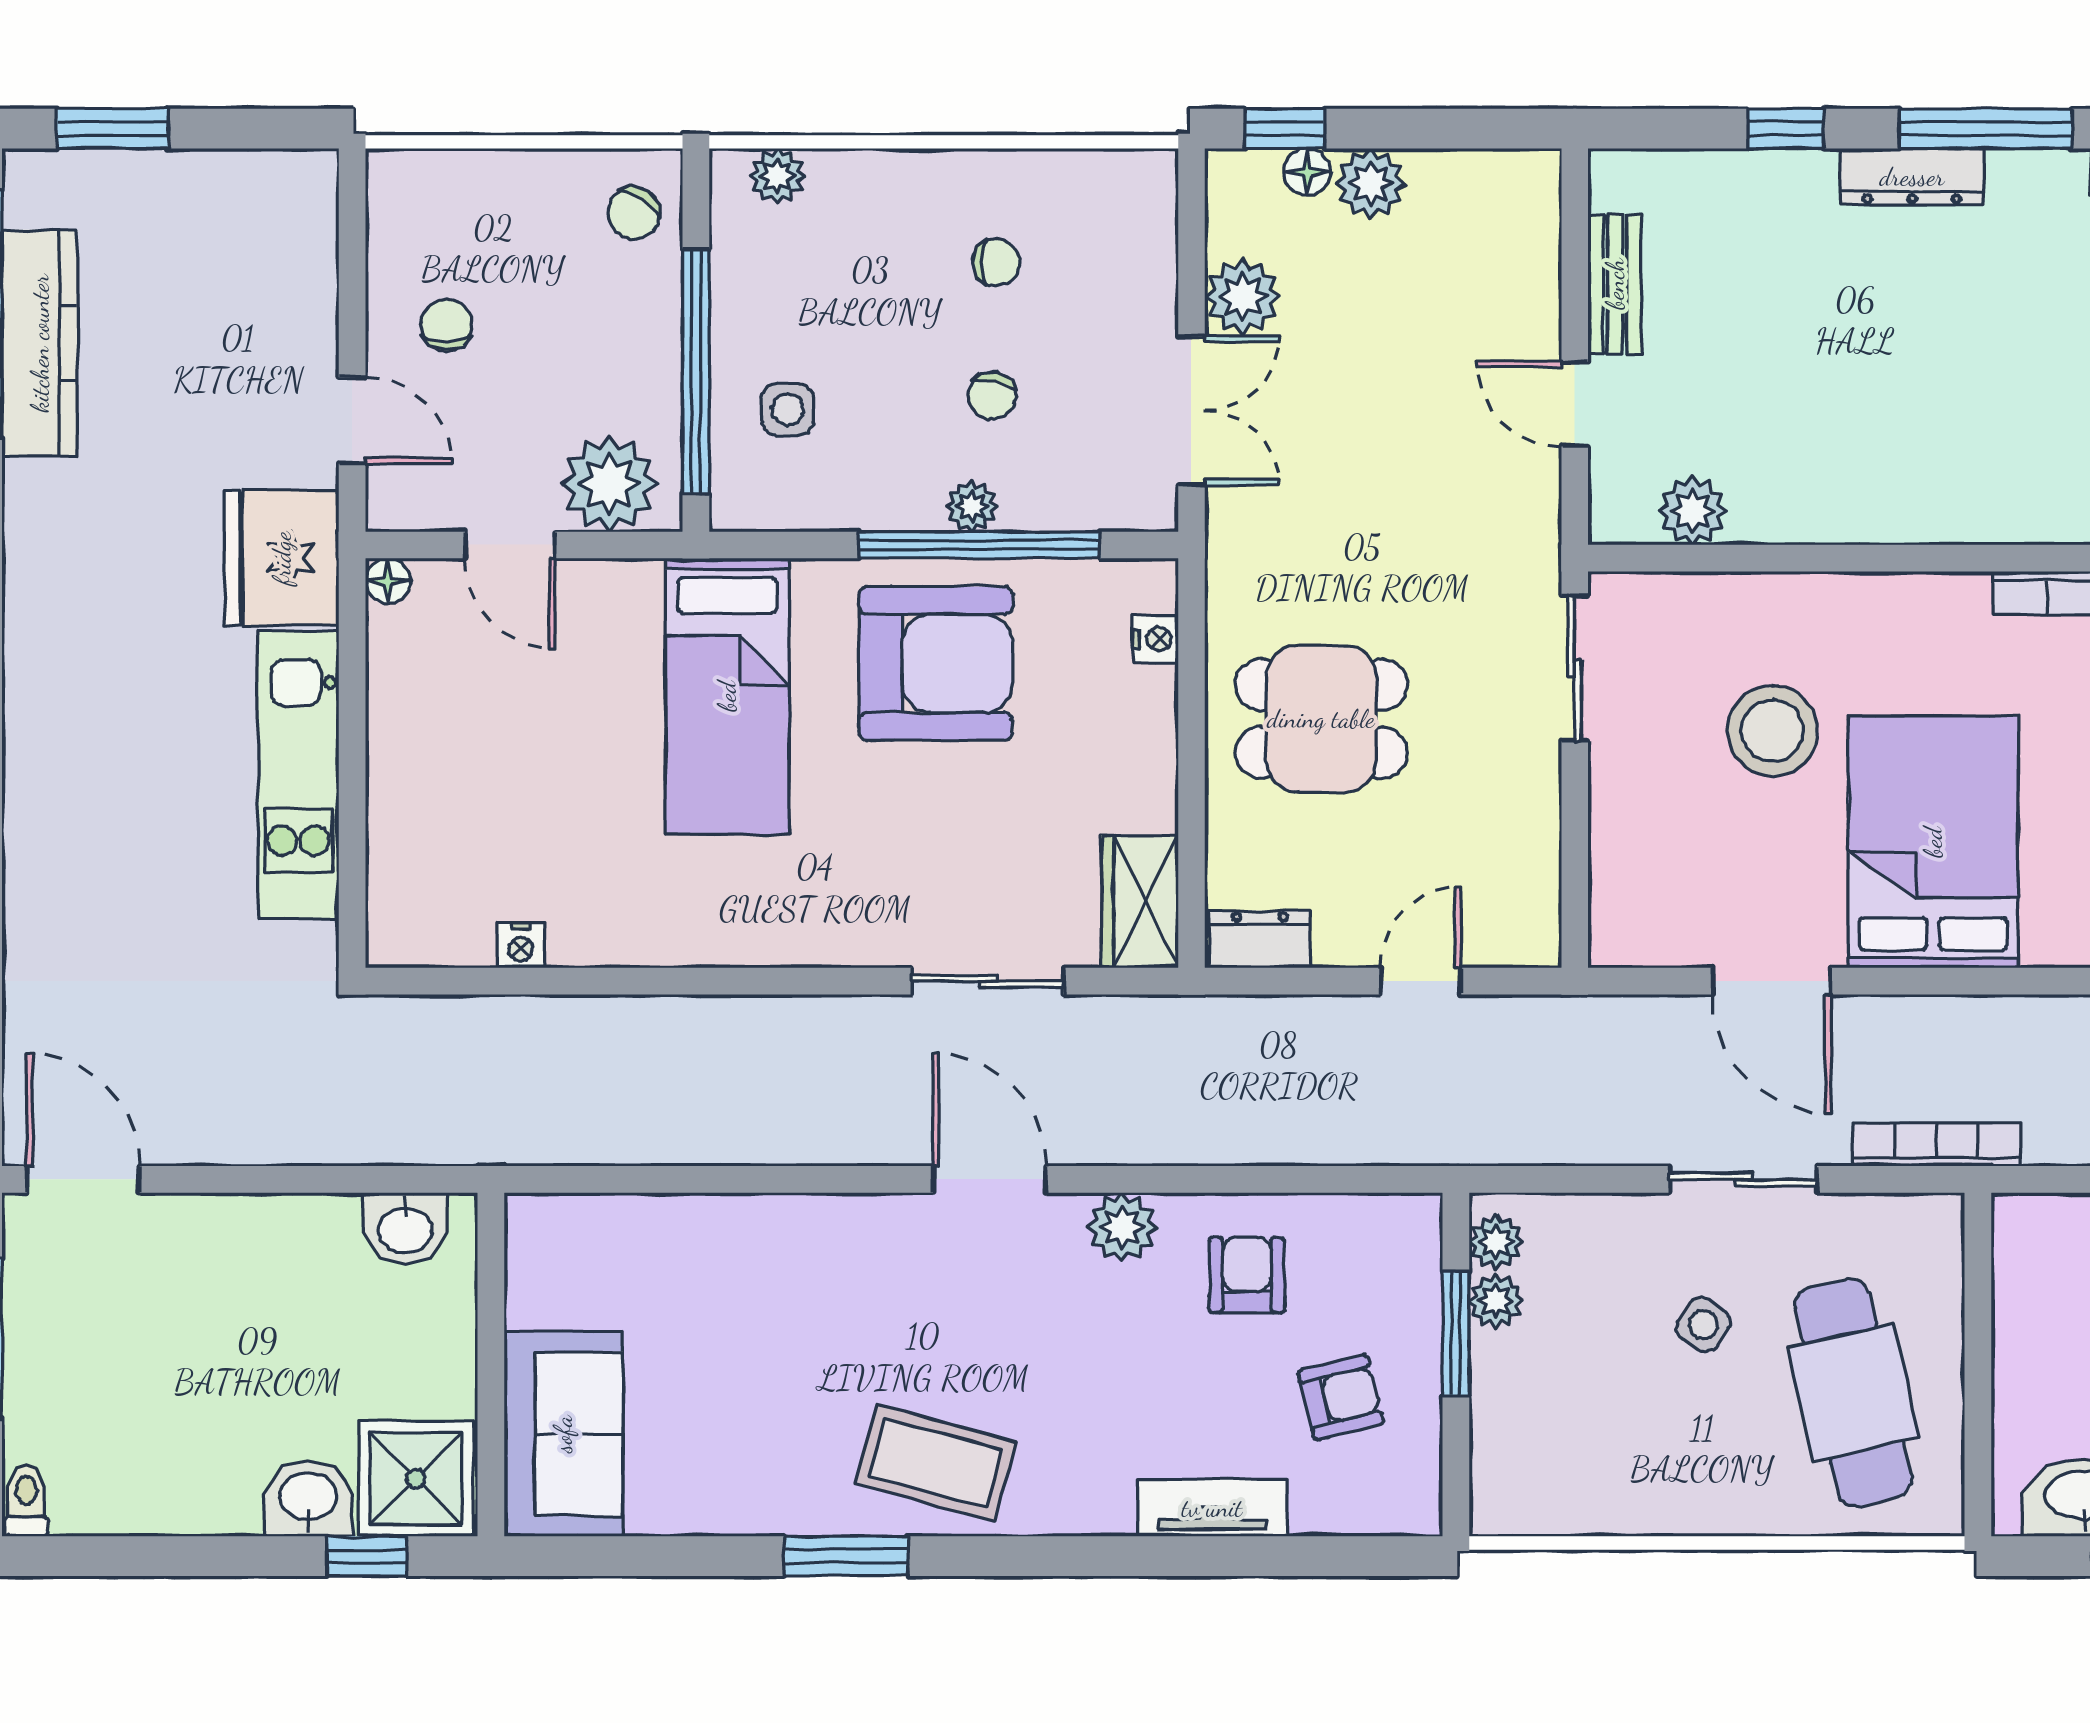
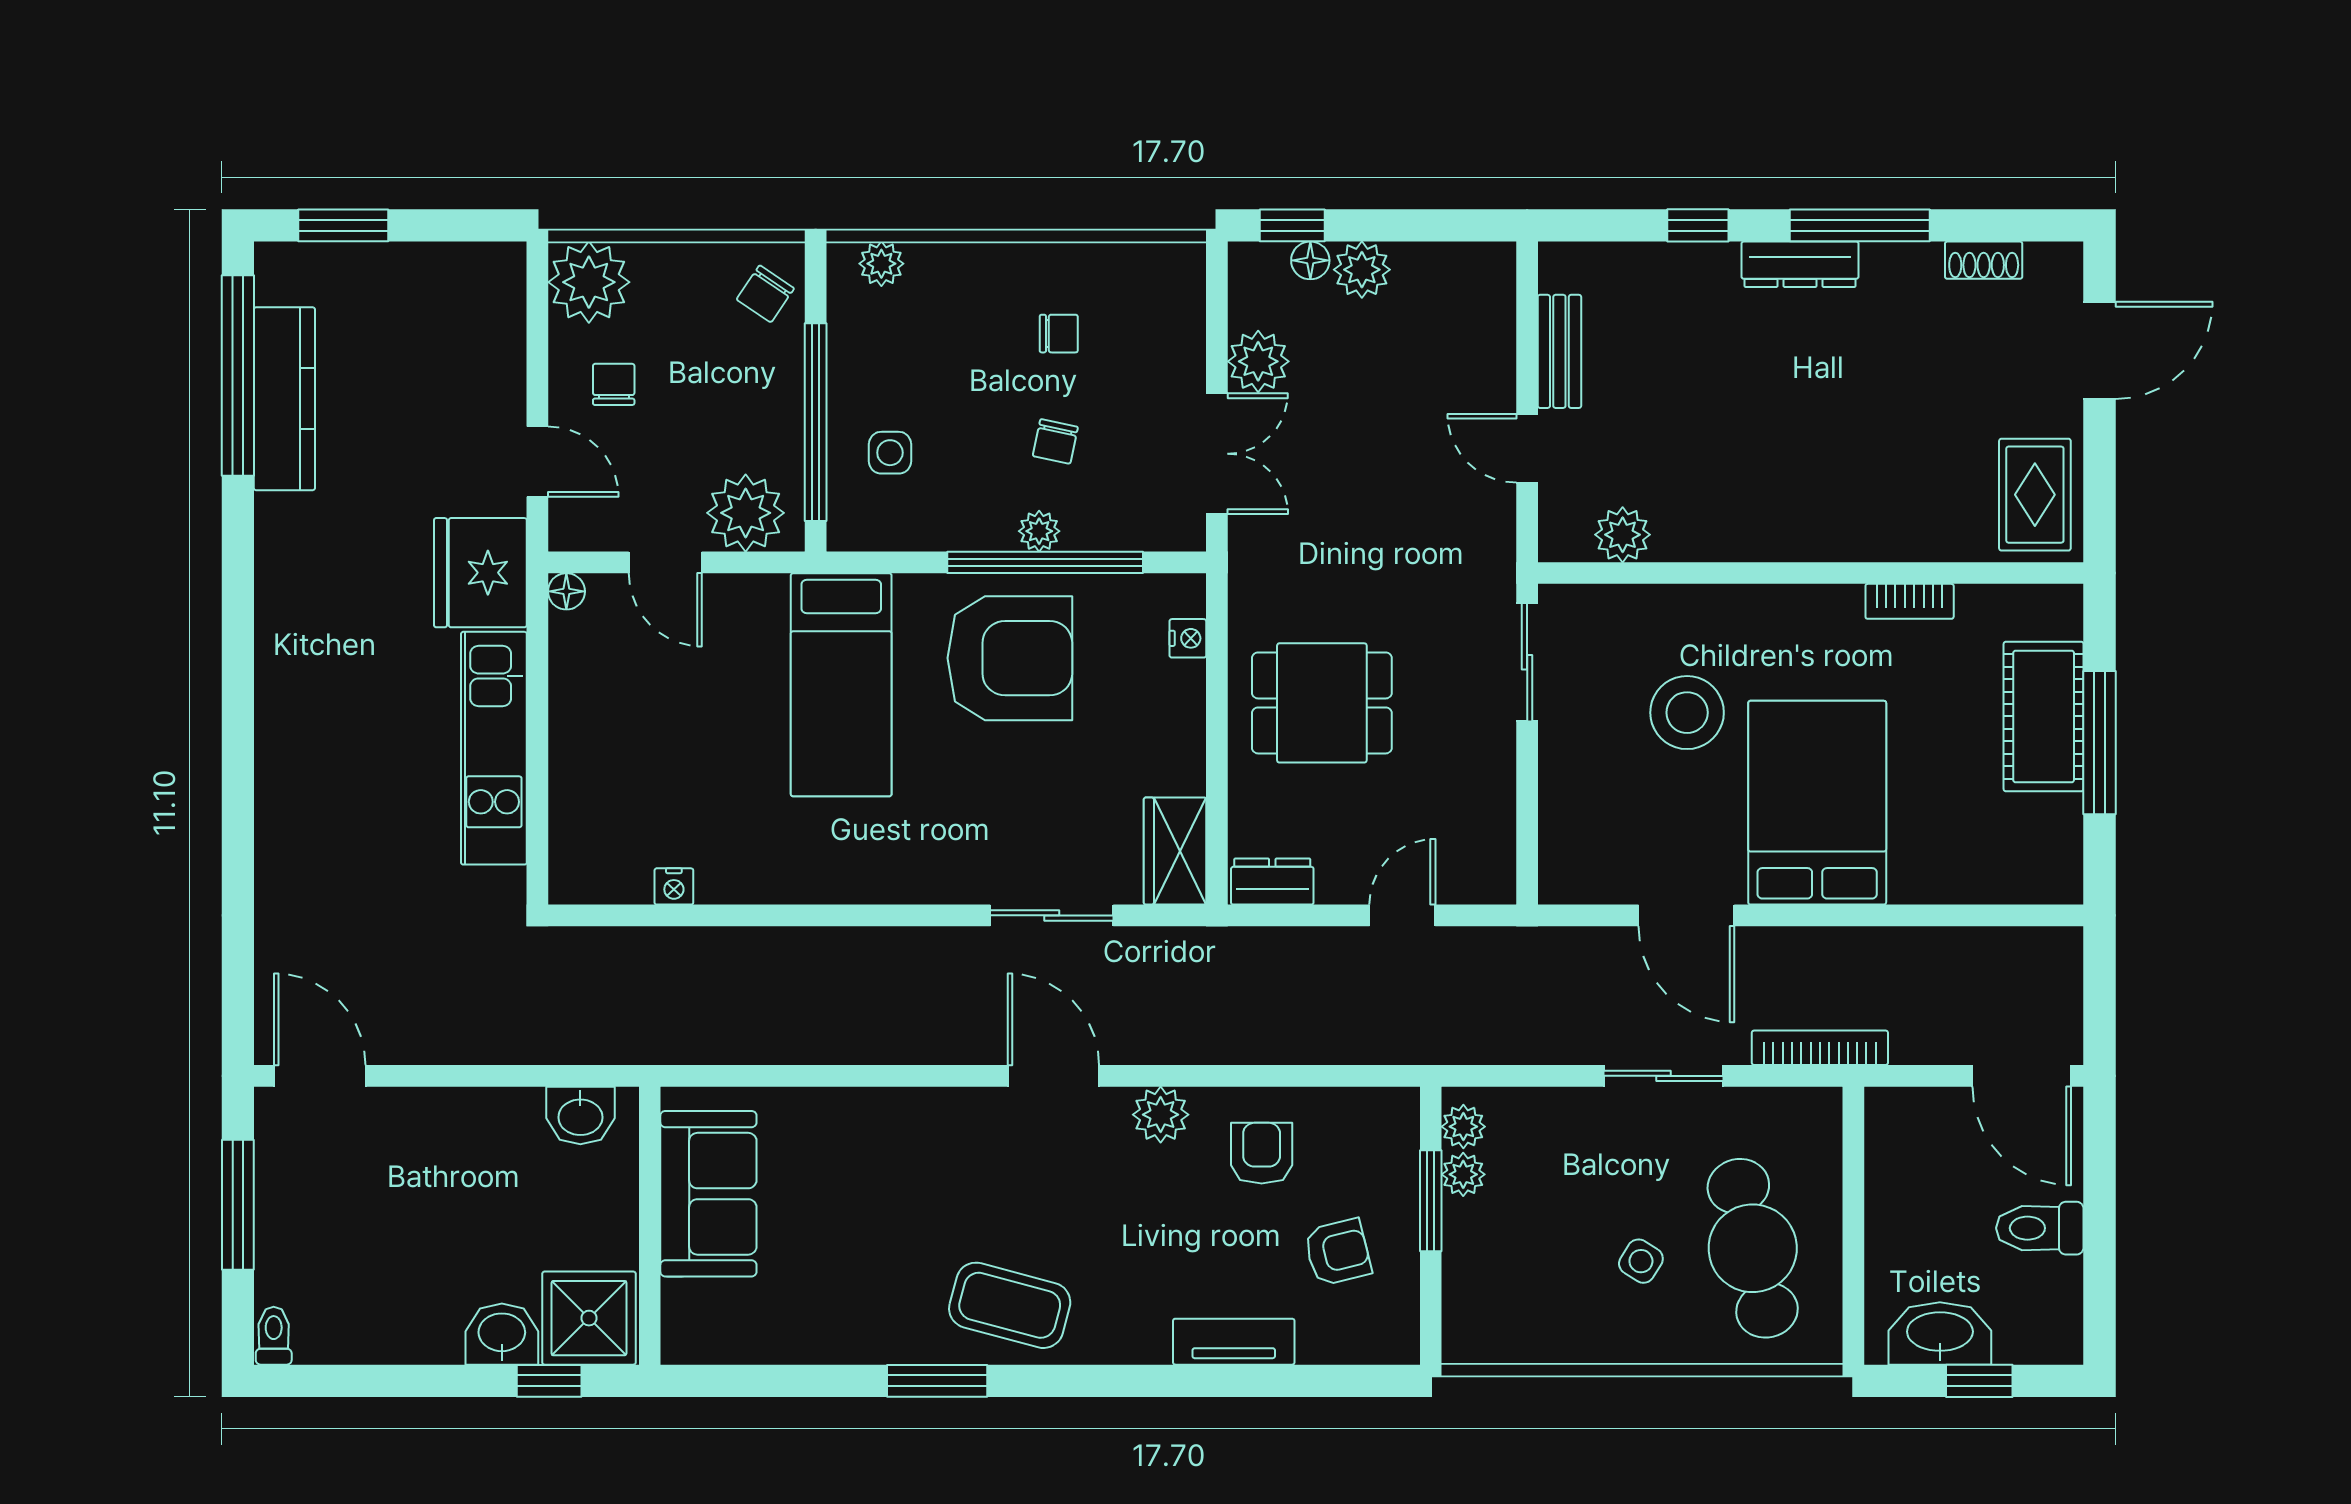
plant: (416, 199) -> (589, 282), added
side table: (1703, 1325) -> (1641, 1261), moved
sofa: (563, 1434) -> (708, 1194), moved

